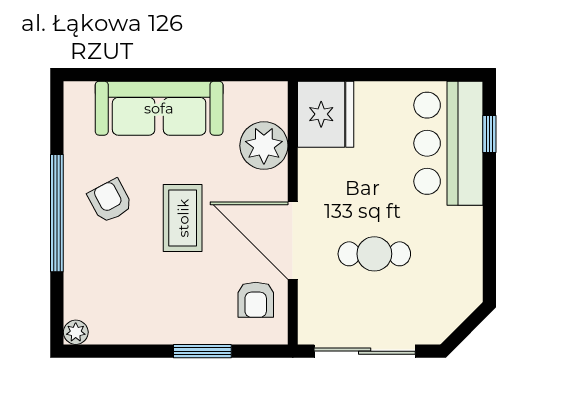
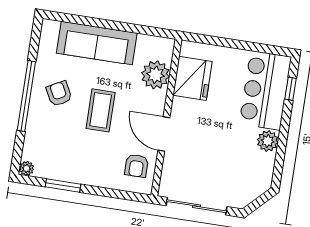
fridge: (326, 114) -> (193, 78), moved
plant: (465, 226) -> (268, 141), added
door: (293, 241) -> (164, 134), width x0.73
cafe table: (374, 254) -> (211, 149), removed
window: (202, 351) -> (63, 186), moved

